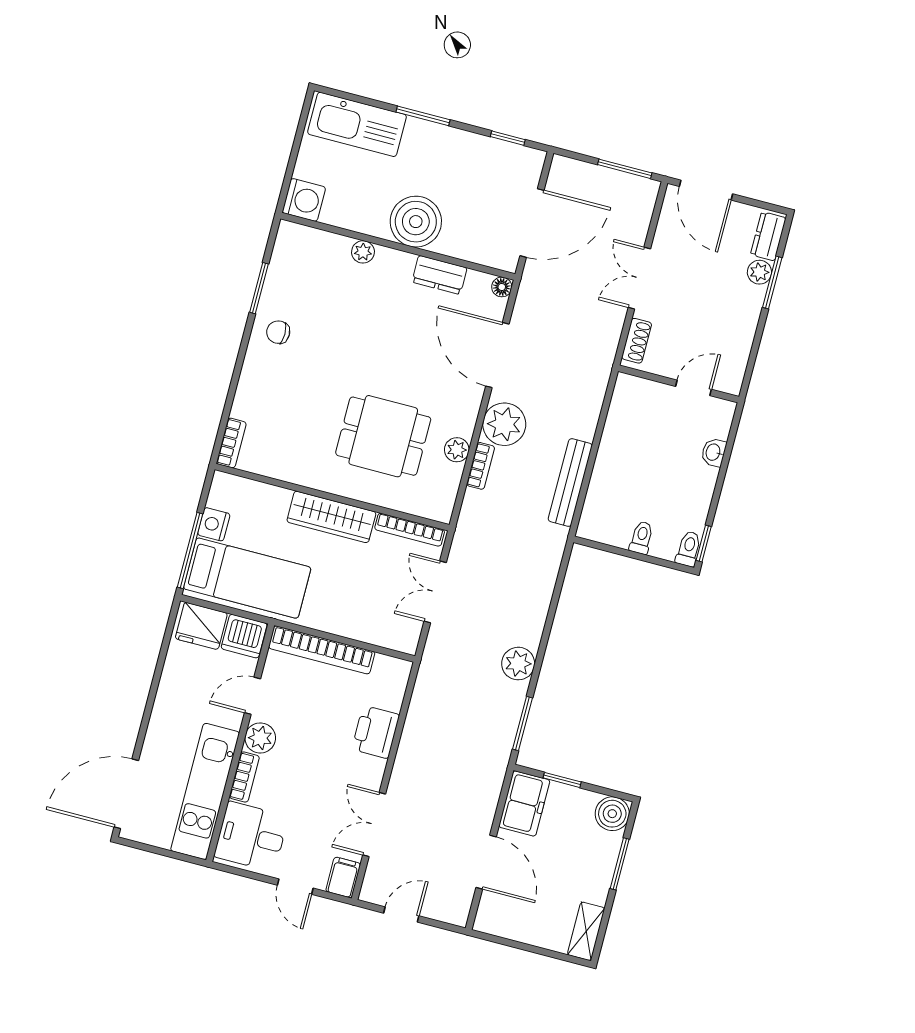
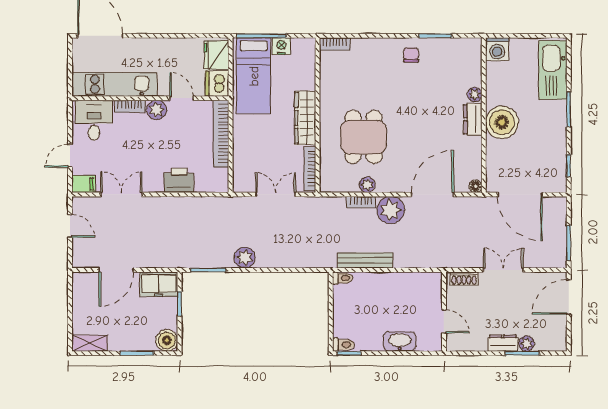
dresser: (768, 236) -> (503, 343), moved
dresser: (439, 275) -> (473, 119), moved
washbasin: (714, 452) -> (400, 341), width x1.91, depth x1.45
toilet: (641, 538) -> (343, 278), moved

